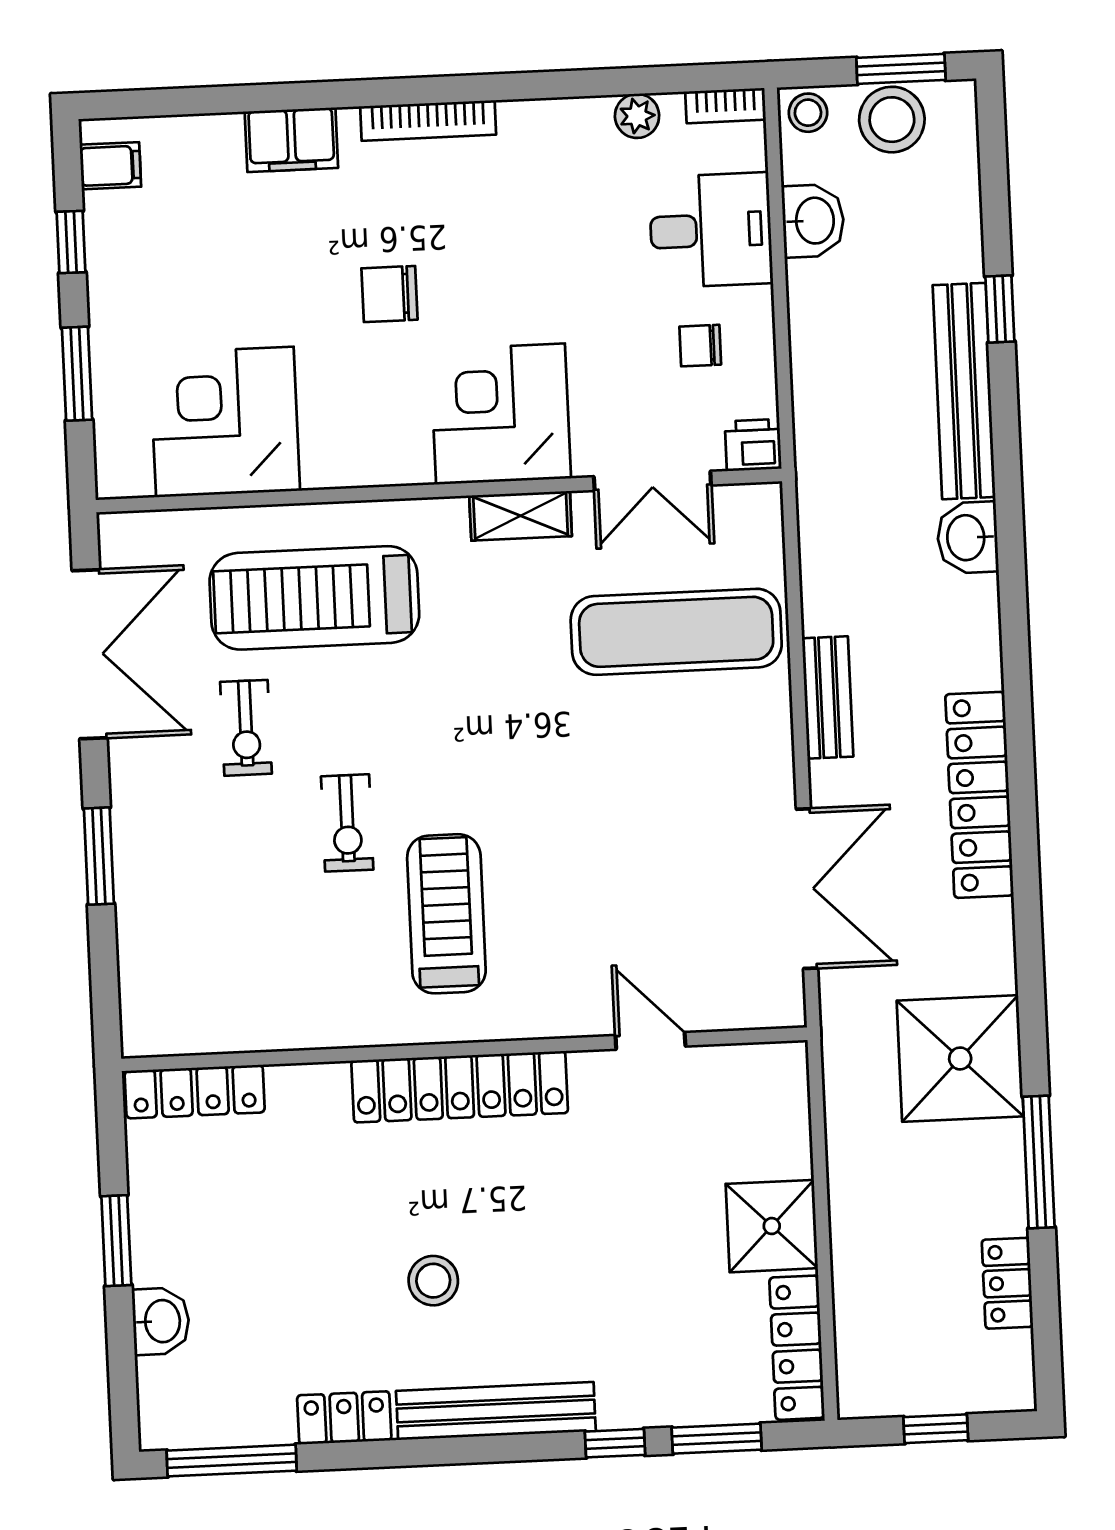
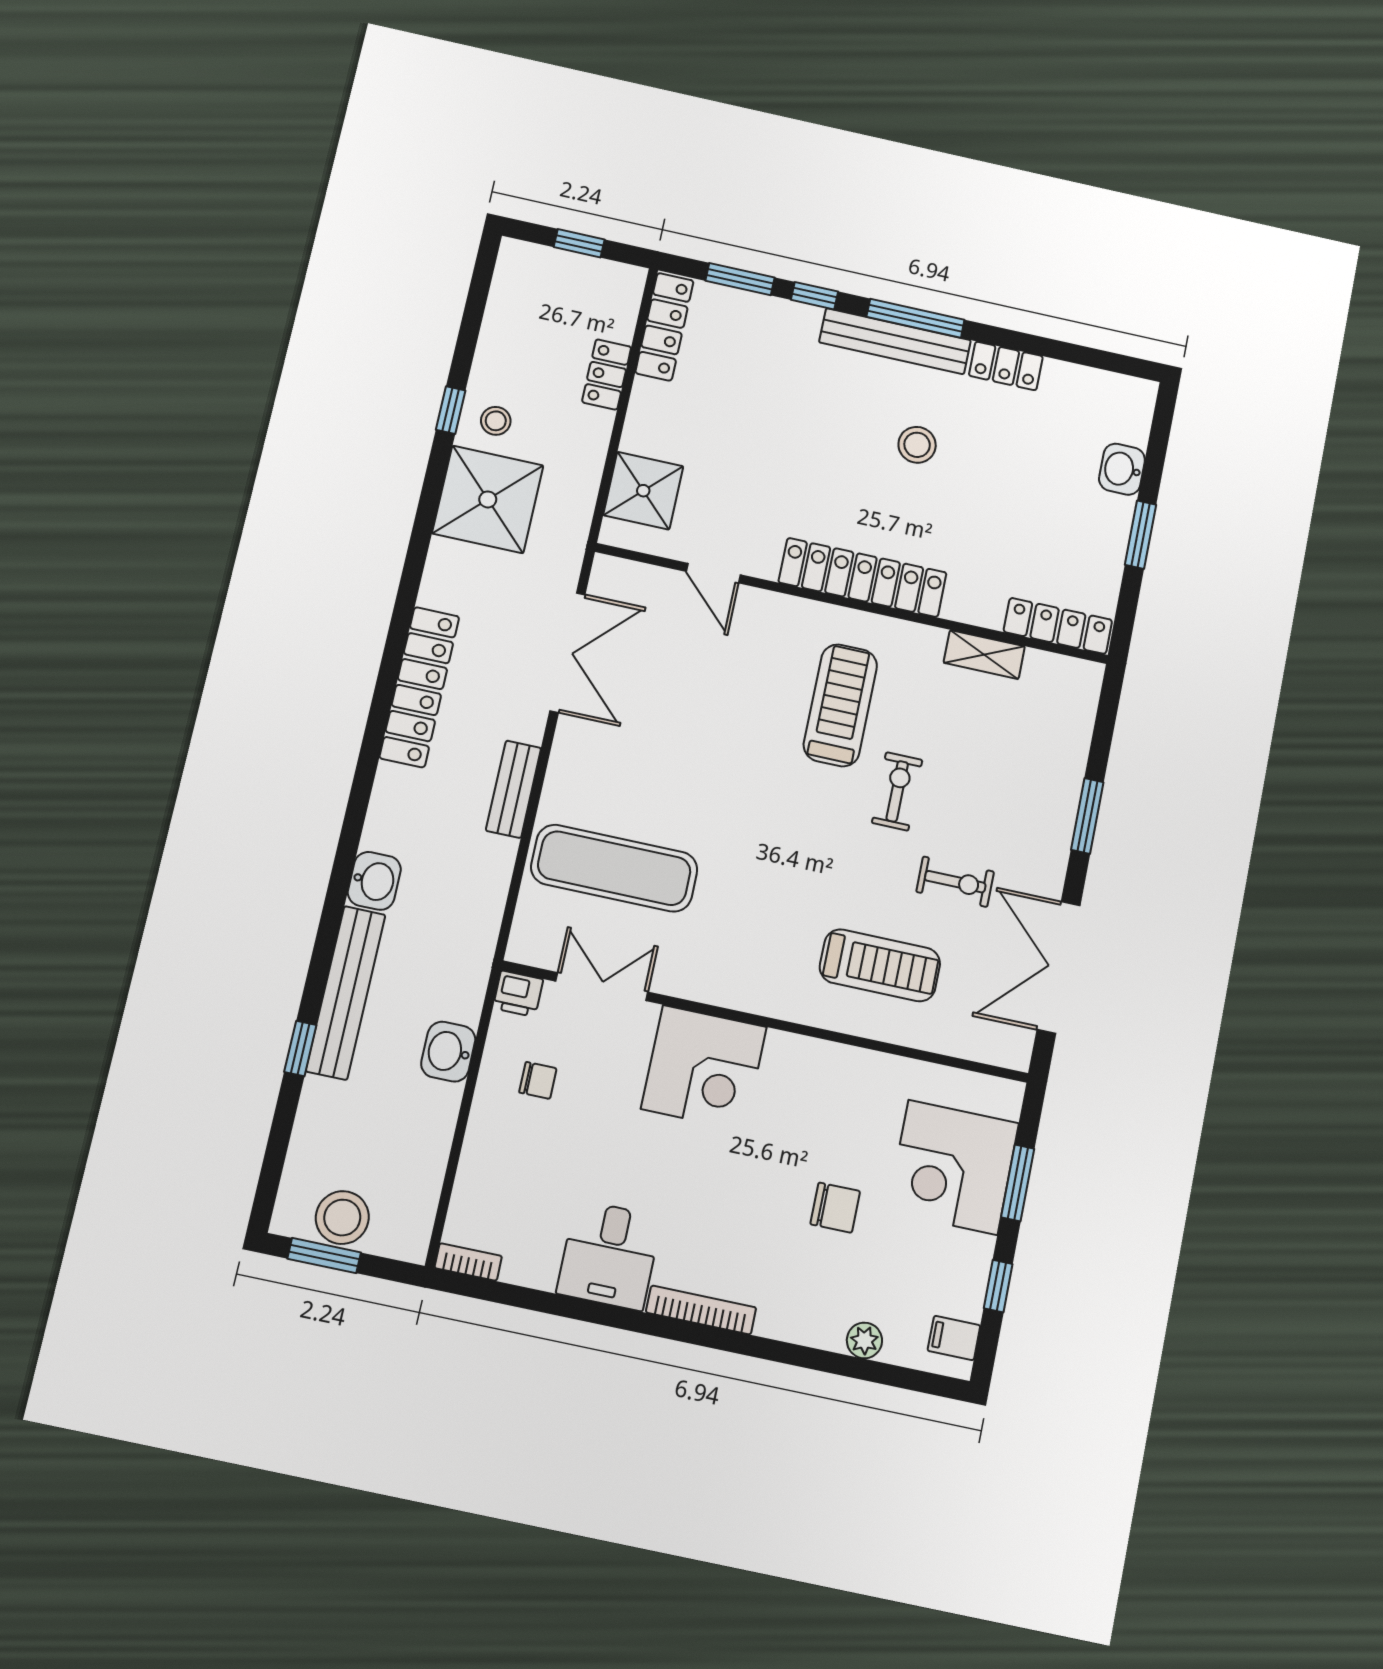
stool: (808, 113) -> (496, 421), moved
plant: (637, 116) -> (864, 1340), moved
filing cabinet: (291, 140) -> (810, 1322), removed
washbasin: (813, 221) -> (448, 1052), moved
desk: (711, 230) -> (609, 1255), moved, turned -90
chair: (389, 294) -> (835, 1208), moved
corner desk: (225, 422) -> (953, 1167), moved, turned 90
shelving: (521, 516) -> (984, 655), moved
treadmill: (314, 598) -> (880, 965), width x0.73, depth x0.73
exercise bike: (246, 728) -> (955, 882), turned 90
double door: (807, 889) -> (567, 653), swing flipped
treadmill: (446, 914) -> (840, 705), turned 180
window: (1039, 1162) -> (451, 410), width x0.46
shower: (772, 1226) -> (643, 491), moved
locker: (1007, 1283) -> (607, 374), moved, turned 180
window: (232, 1461) -> (916, 318), moved

